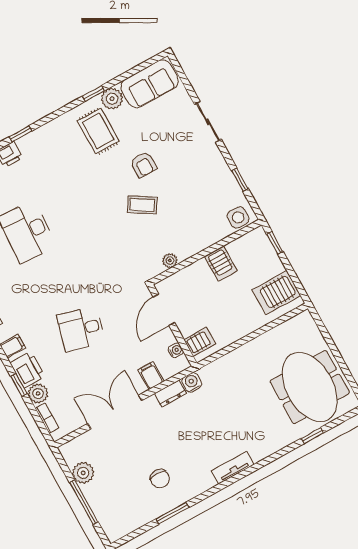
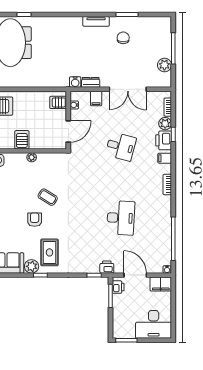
plant: (170, 261) -> (32, 157), moved
tv unit: (233, 468) -> (96, 21), moved

